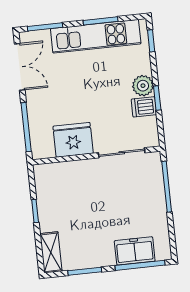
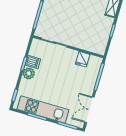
fridge: (73, 140) -> (83, 59), width x0.53, depth x0.75

